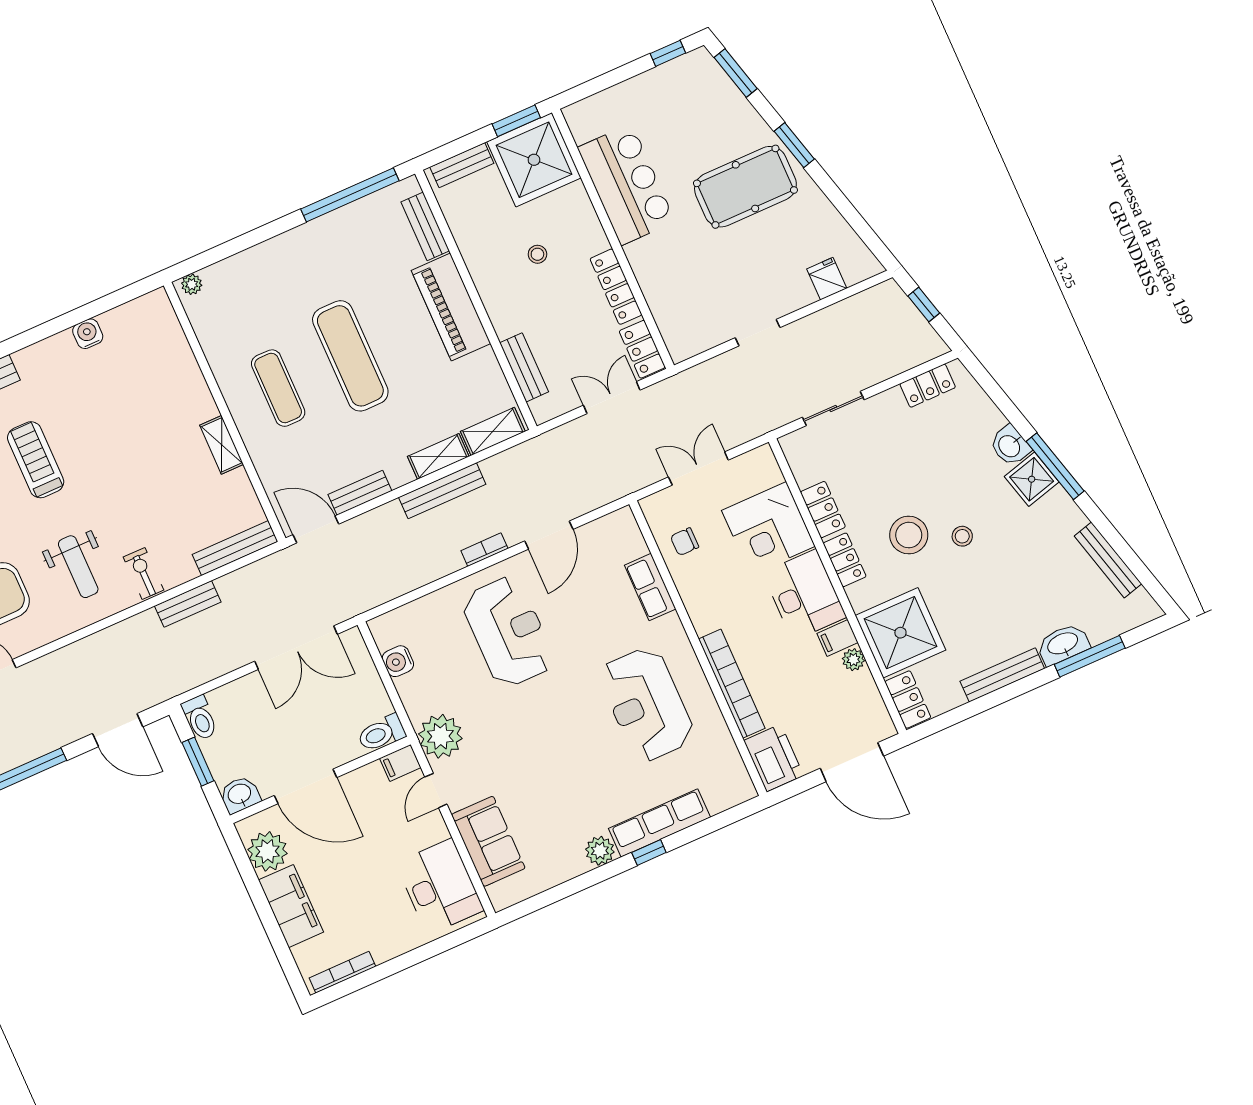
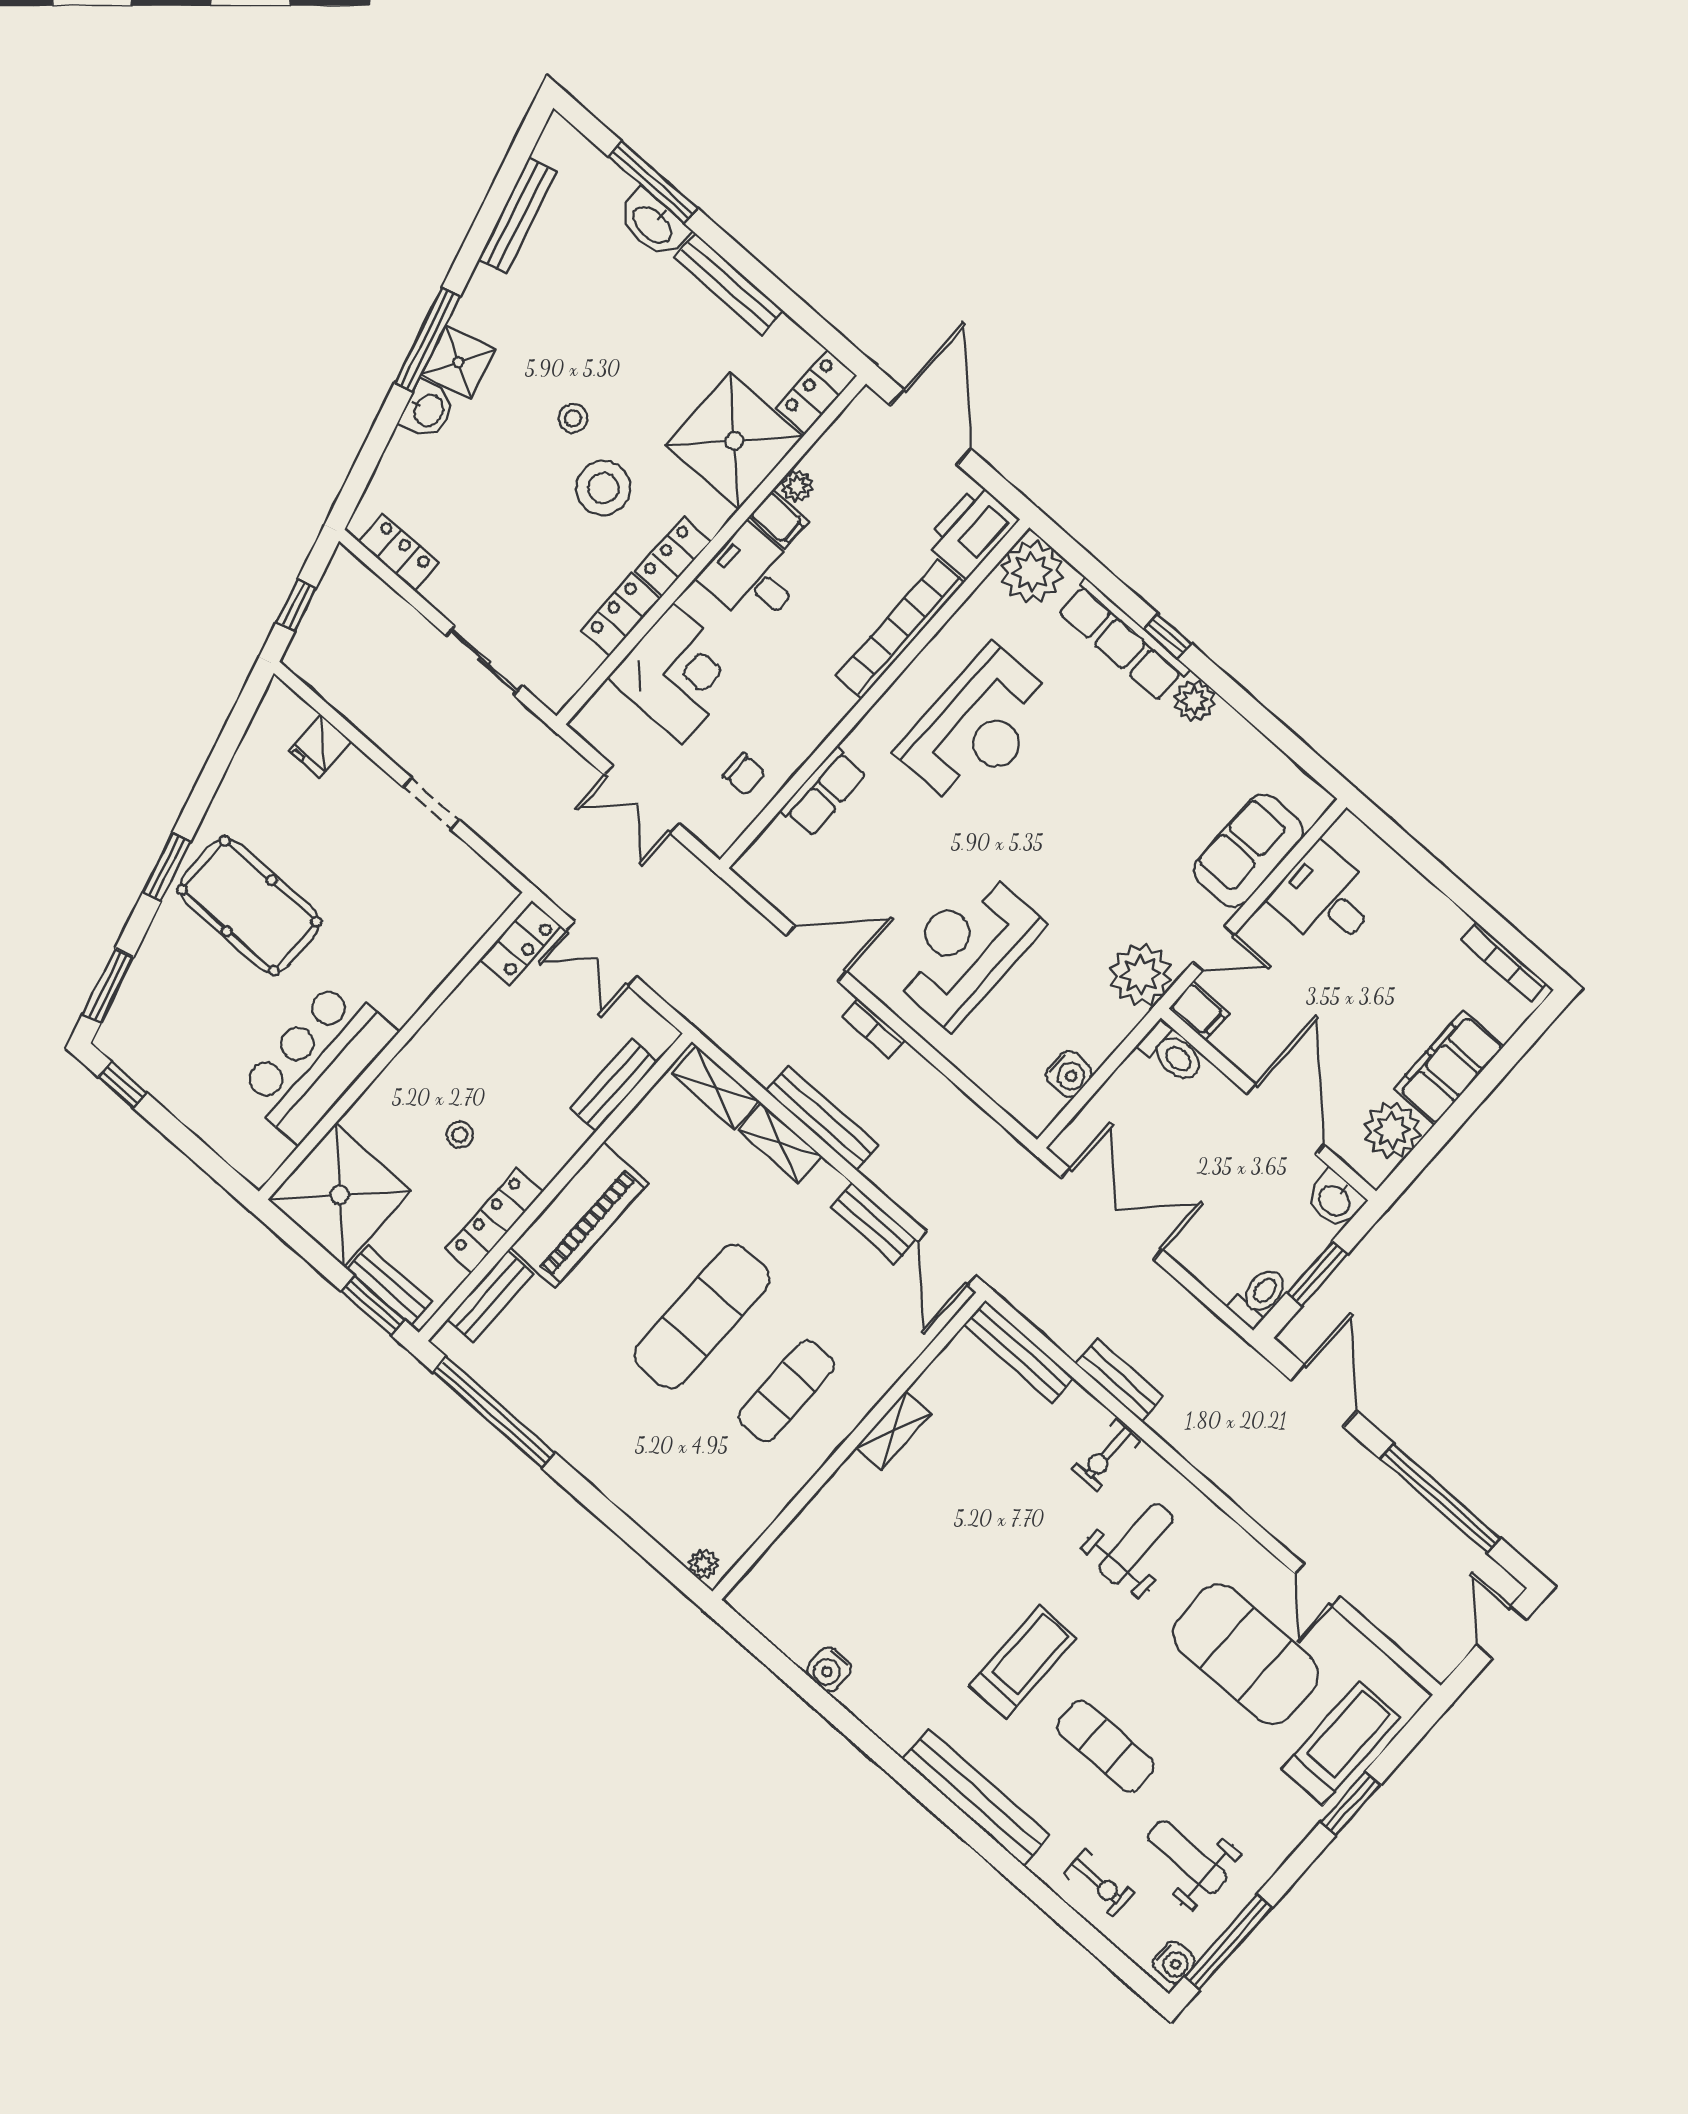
window: (516, 121) -> (373, 1305), moved
locker: (616, 287) -> (494, 1220), moved, turned 180
treadmill: (36, 460) -> (1023, 1662), turned 180
desk: (804, 595) -> (752, 577), width x0.73
plant: (730, 785) -> (1032, 572), added
desk: (440, 887) -> (1325, 898), width x0.73

